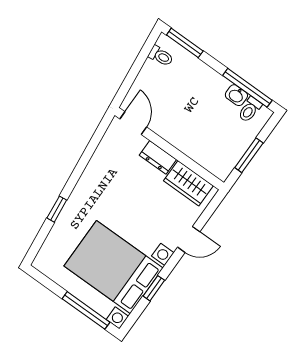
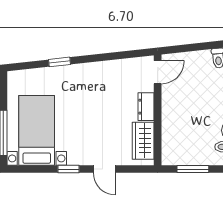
bed with nightstands: (113, 267) -> (37, 130), width x0.73
window: (154, 288) -> (68, 169), moved

